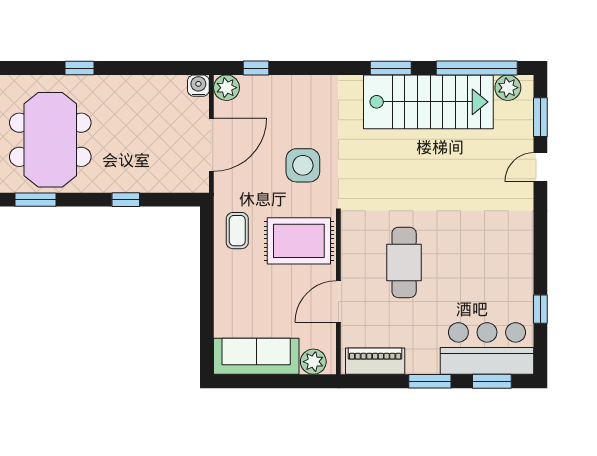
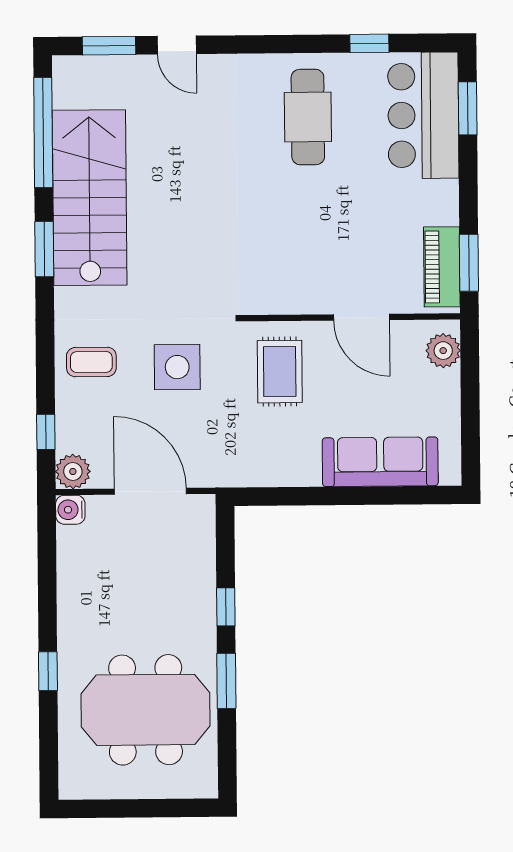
plant: (508, 88) -> (69, 90), removed
window: (36, 200) -> (226, 681), moved
coffee table: (237, 231) -> (91, 362), moved
rug: (299, 241) -> (280, 372), width x0.73, depth x0.70
cafe table: (404, 262) -> (308, 117), moved, turned 90
sofa: (256, 356) -> (380, 462), moved, turned 90
window: (430, 381) -> (469, 263), moved

